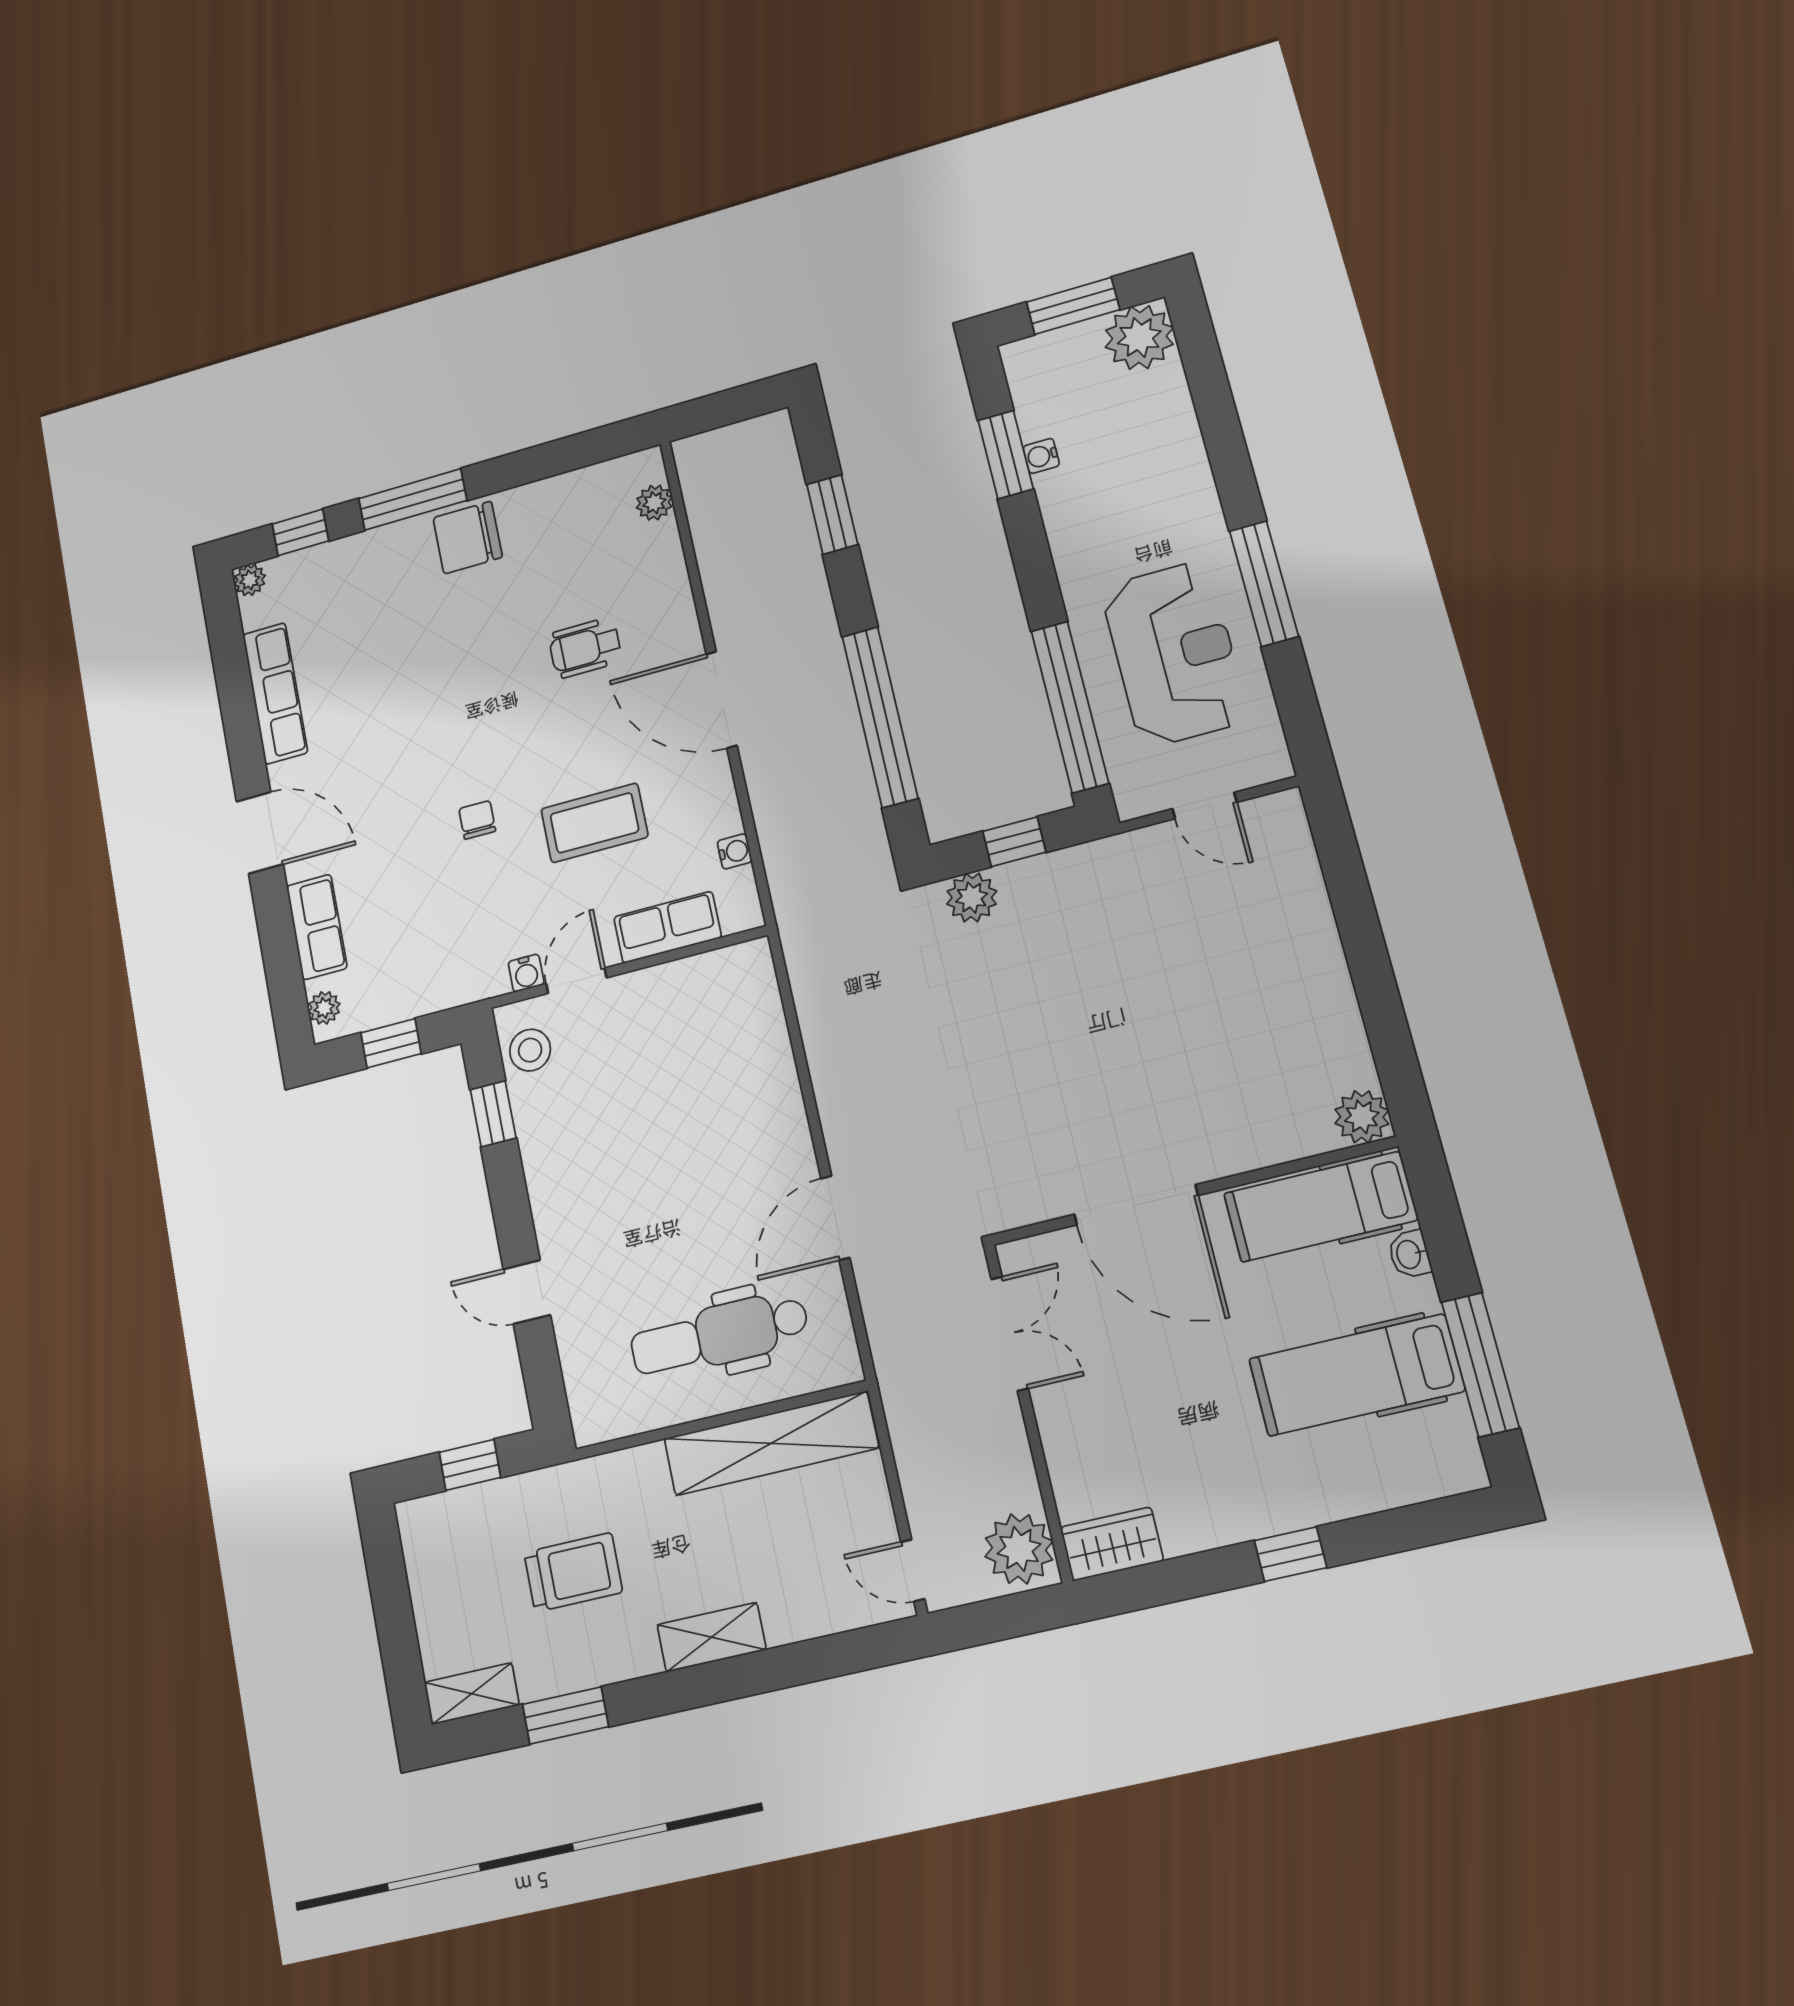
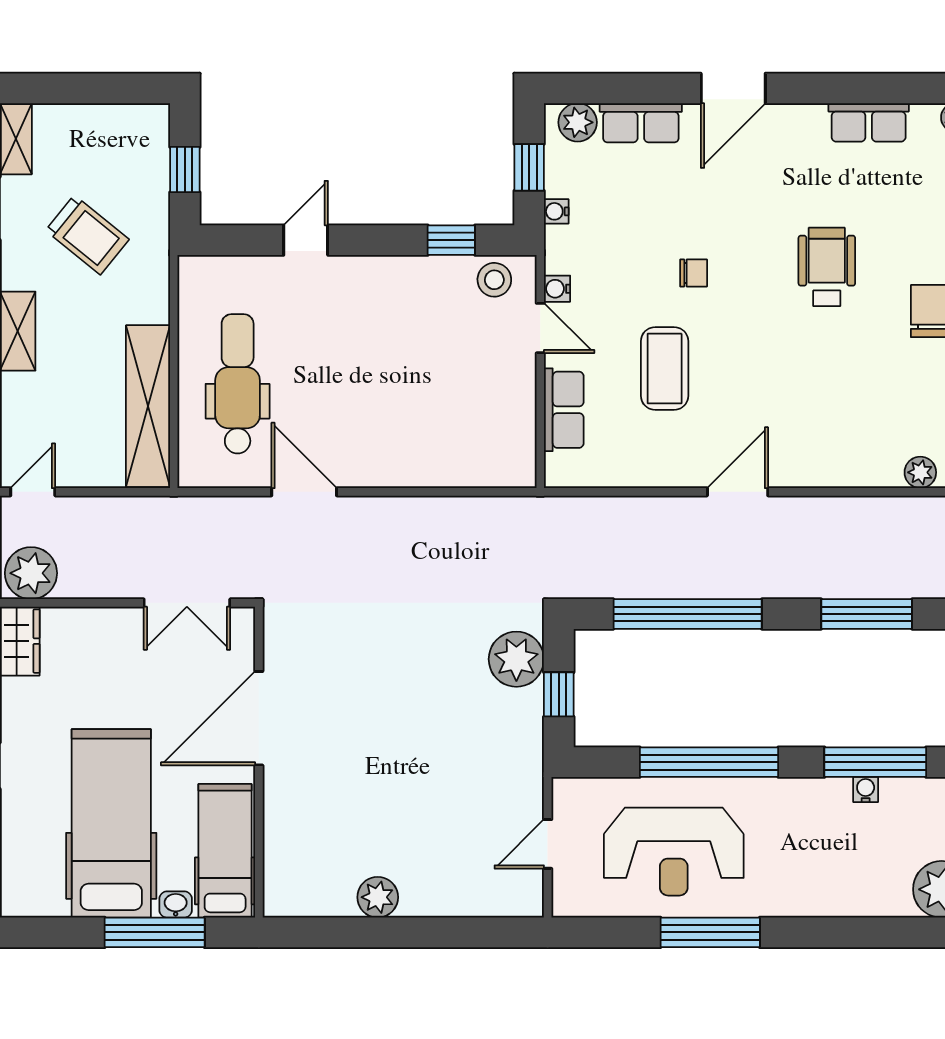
window: (1006, 455) -> (875, 762), width x1.44
window: (832, 514) -> (867, 614), width x1.44
wheelchair: (585, 648) -> (827, 267), moved, width x1.36, depth x1.37
row of seats: (275, 693) -> (869, 122), width x0.68
door: (721, 700) -> (738, 492), width x0.73
window: (1070, 707) -> (709, 762), moved
water cooler: (735, 851) -> (556, 211), moved, turned 90
plant: (972, 898) -> (516, 659), width x1.36, depth x1.36
plant: (324, 1008) -> (578, 122), width x1.38, depth x1.38
plant: (1362, 1117) -> (378, 897), moved
window: (1480, 1365) -> (155, 932), moved
hospital bed: (1356, 1375) -> (111, 823), width x1.37, depth x1.29
trolley: (573, 1572) -> (87, 235), turned -51

